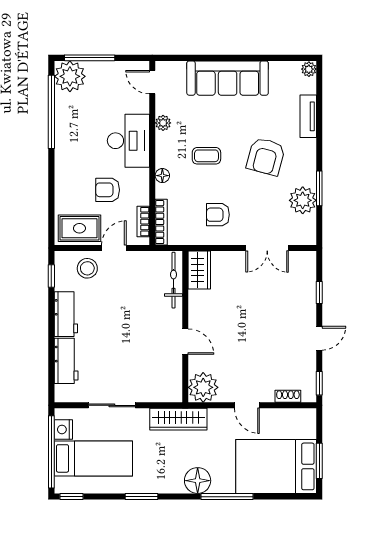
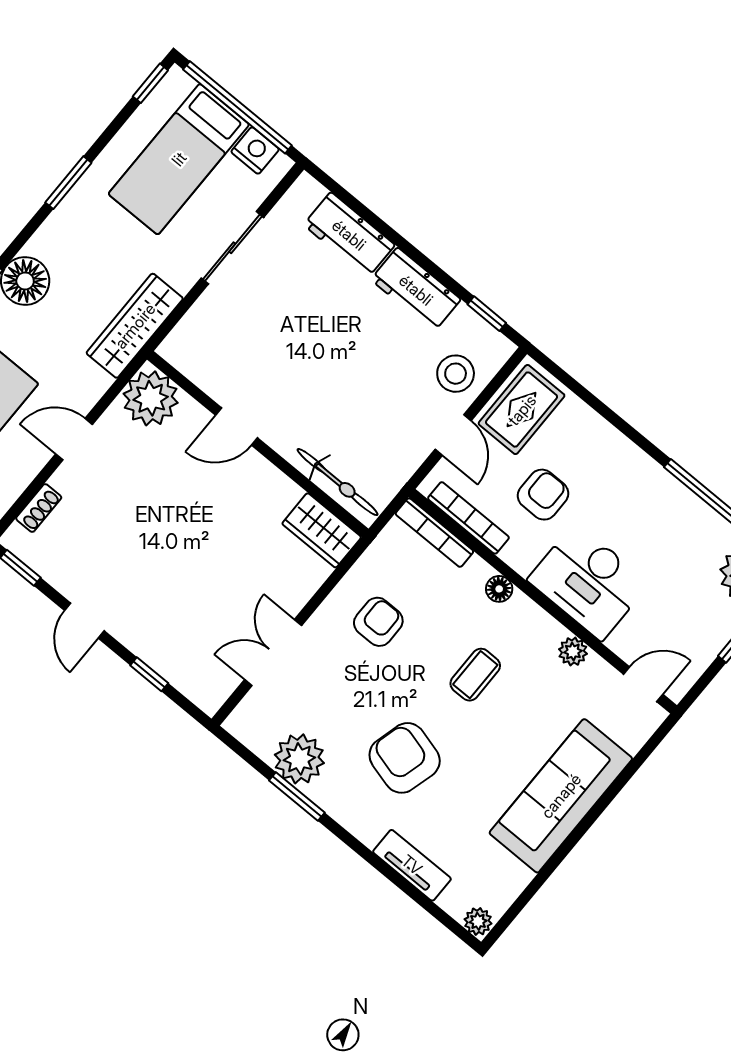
bookcase: (143, 222) -> (468, 518), width x1.56

